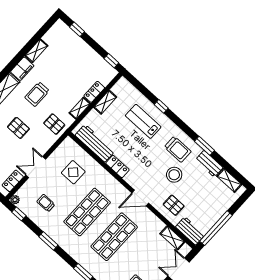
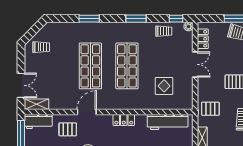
locker: (117, 167) -> (124, 120), moved
door: (140, 198) -> (87, 112), moved
trolley: (46, 203) -> (164, 31), moved
shelving: (172, 238) -> (37, 104), moved

